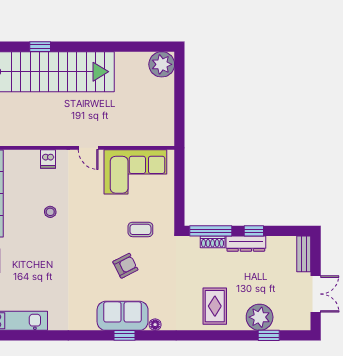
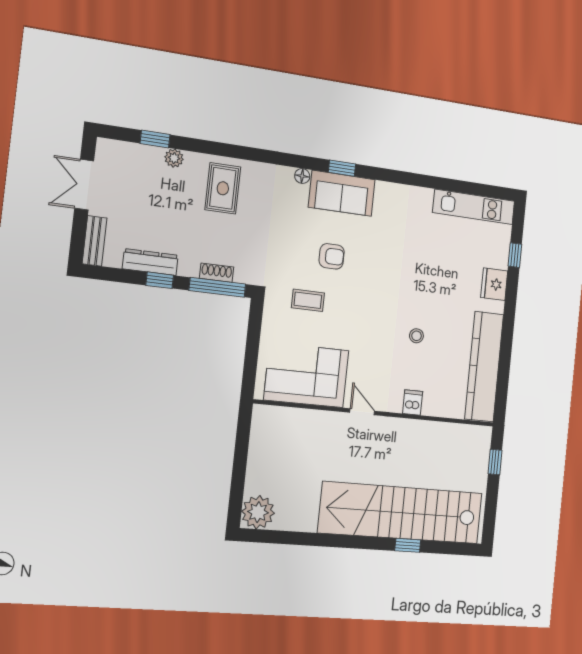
dresser: (246, 244) -> (150, 262), moved
armchair: (125, 266) -> (332, 256), turned -153
plant: (260, 317) -> (174, 158), width x0.53, depth x0.53

